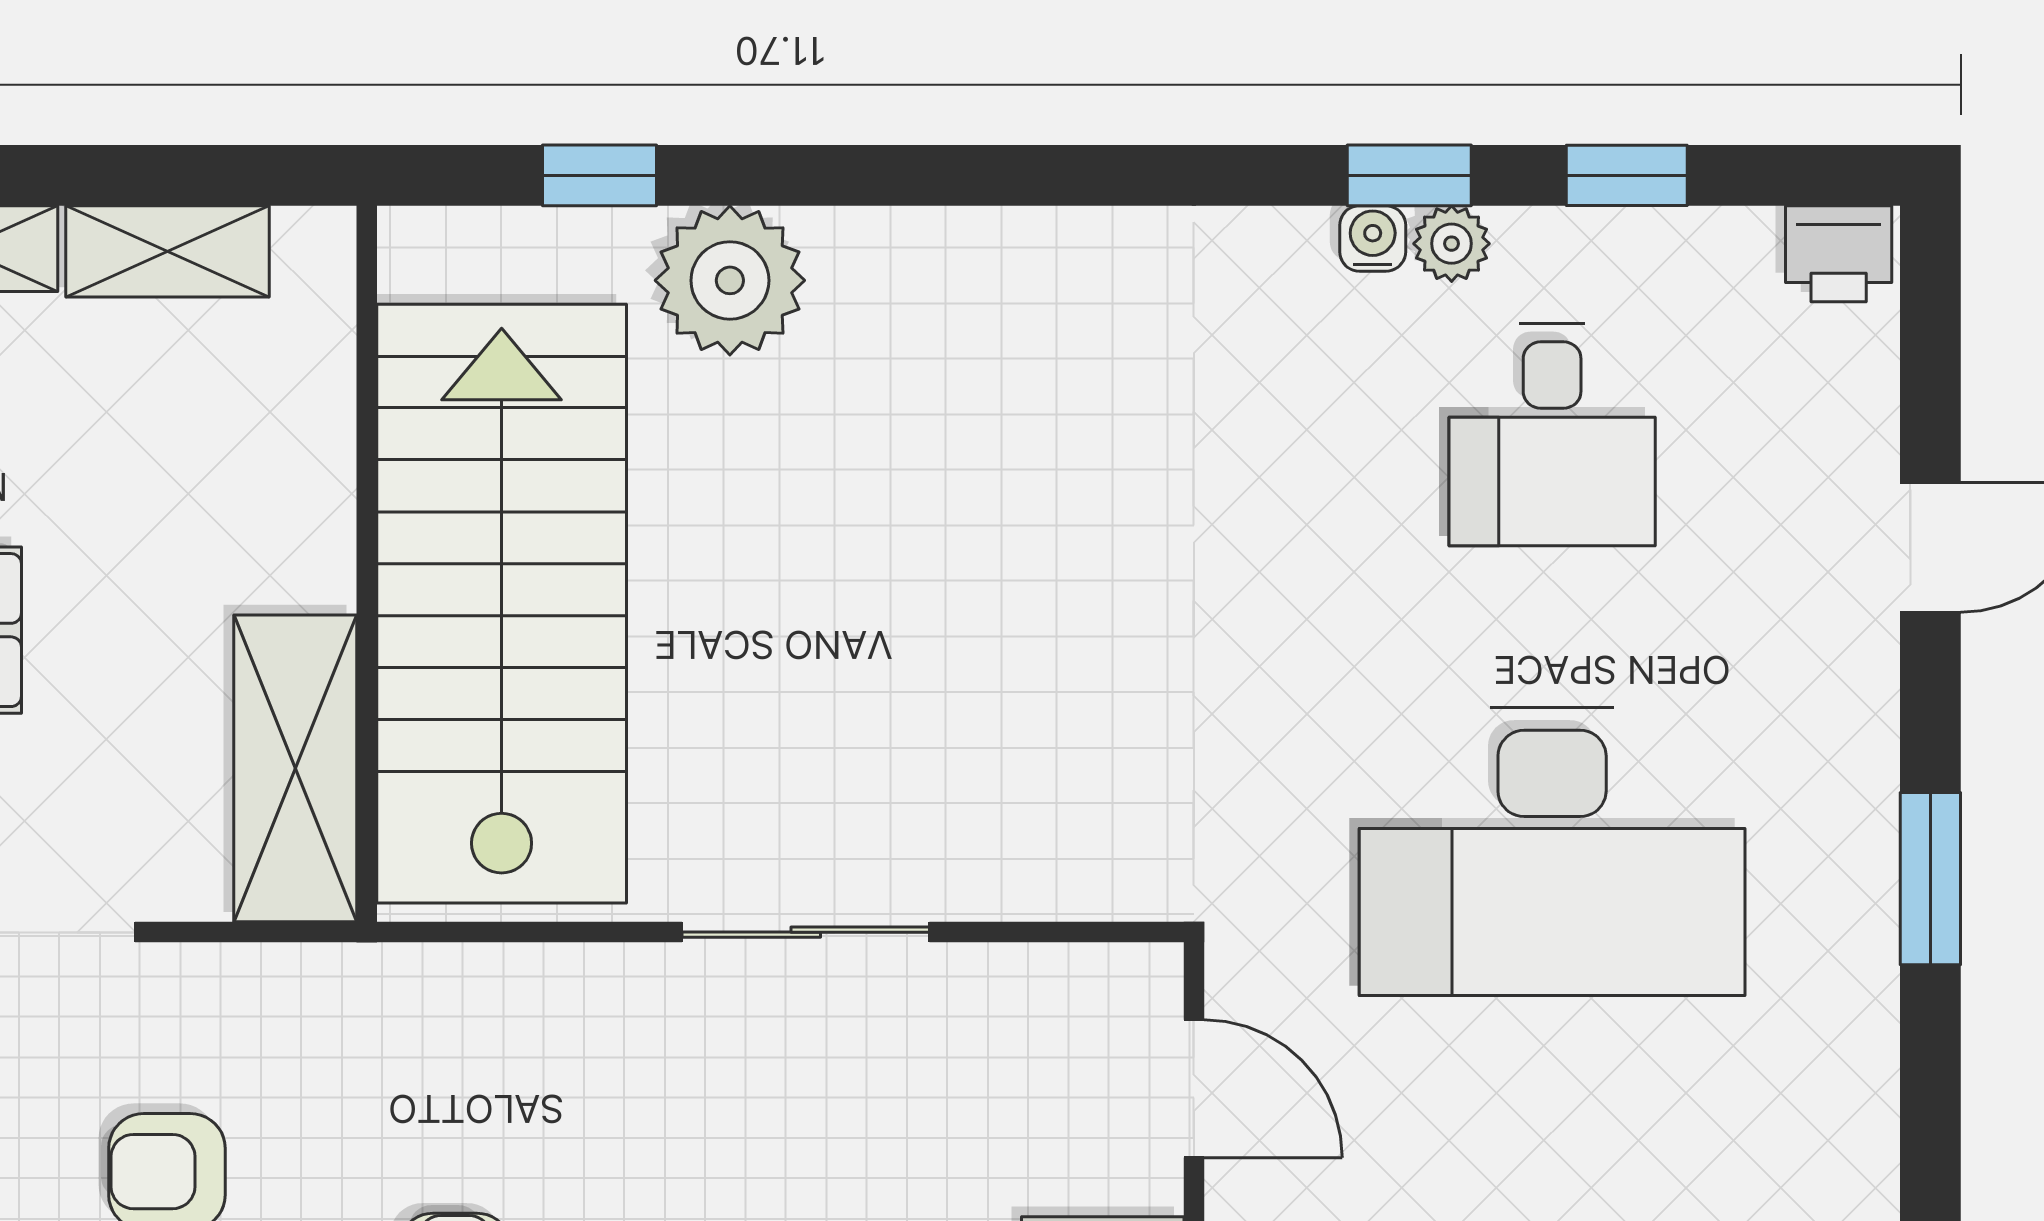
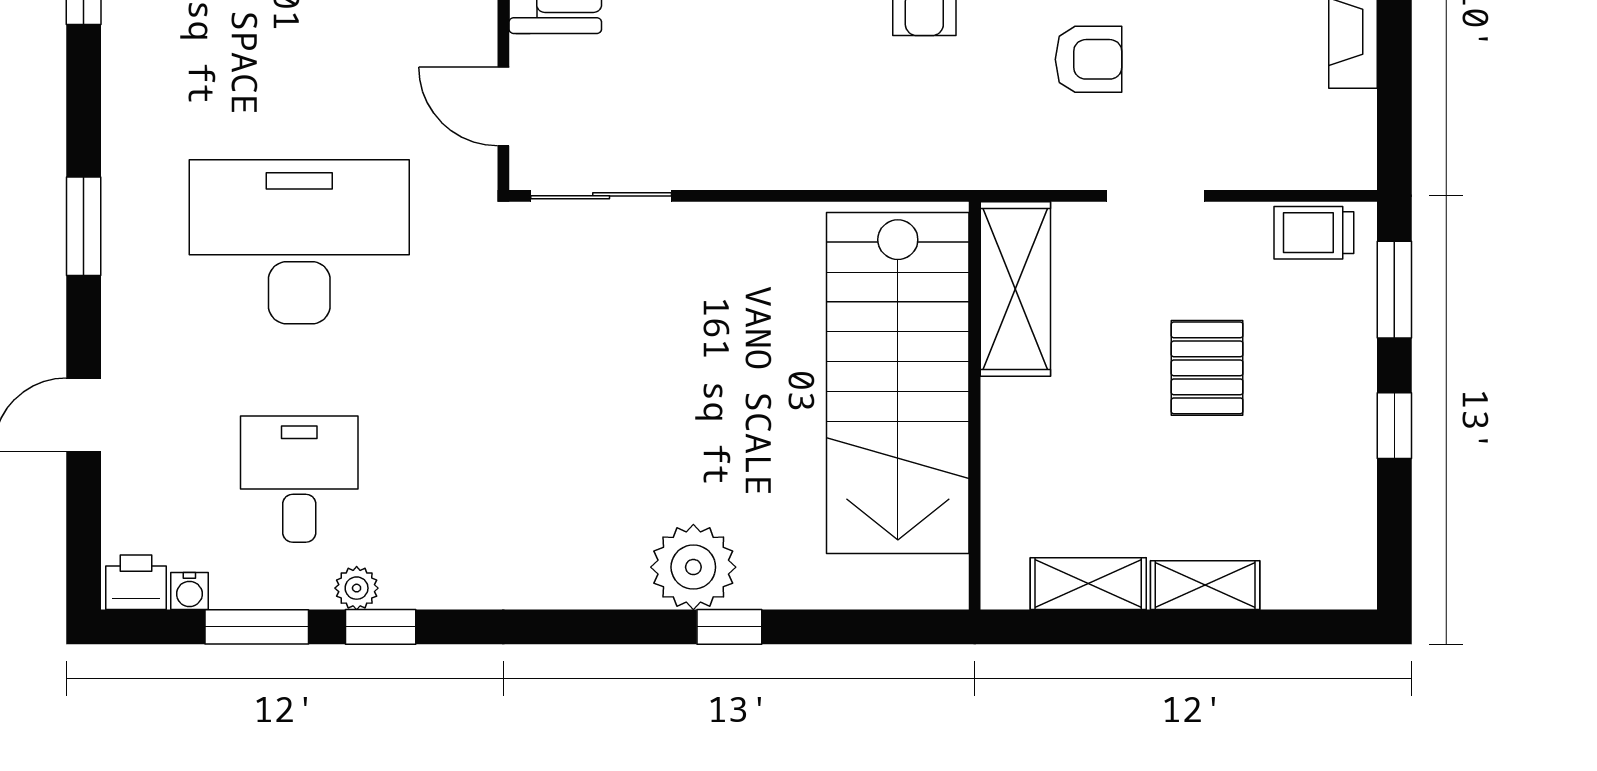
window: (600, 175) -> (729, 627), moved
window: (1627, 175) -> (257, 627), width x1.50
water cooler: (1373, 238) -> (189, 591), moved
plant: (730, 280) -> (693, 567), moved
sliding door: (806, 932) -> (601, 196), moved

